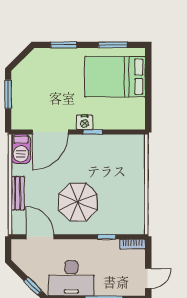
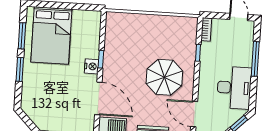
window: (64, 45) -> (20, 69), moved
door: (40, 237) -> (194, 114), hinge flipped

